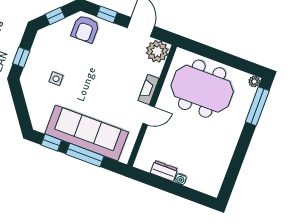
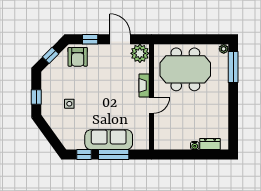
sofa: (87, 133) -> (109, 140), width x0.74, depth x0.79
dresser: (164, 171) -> (210, 144), moved

